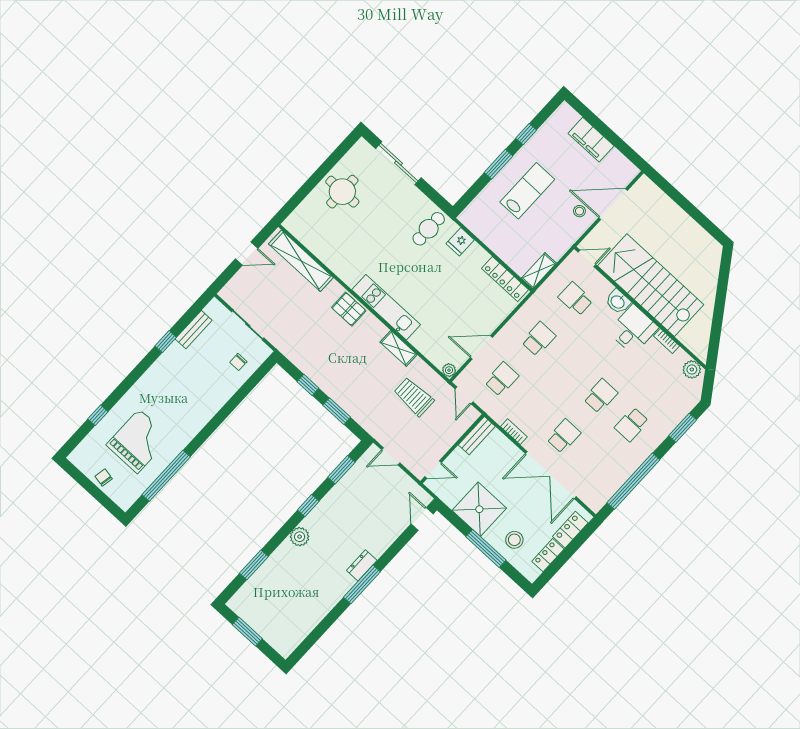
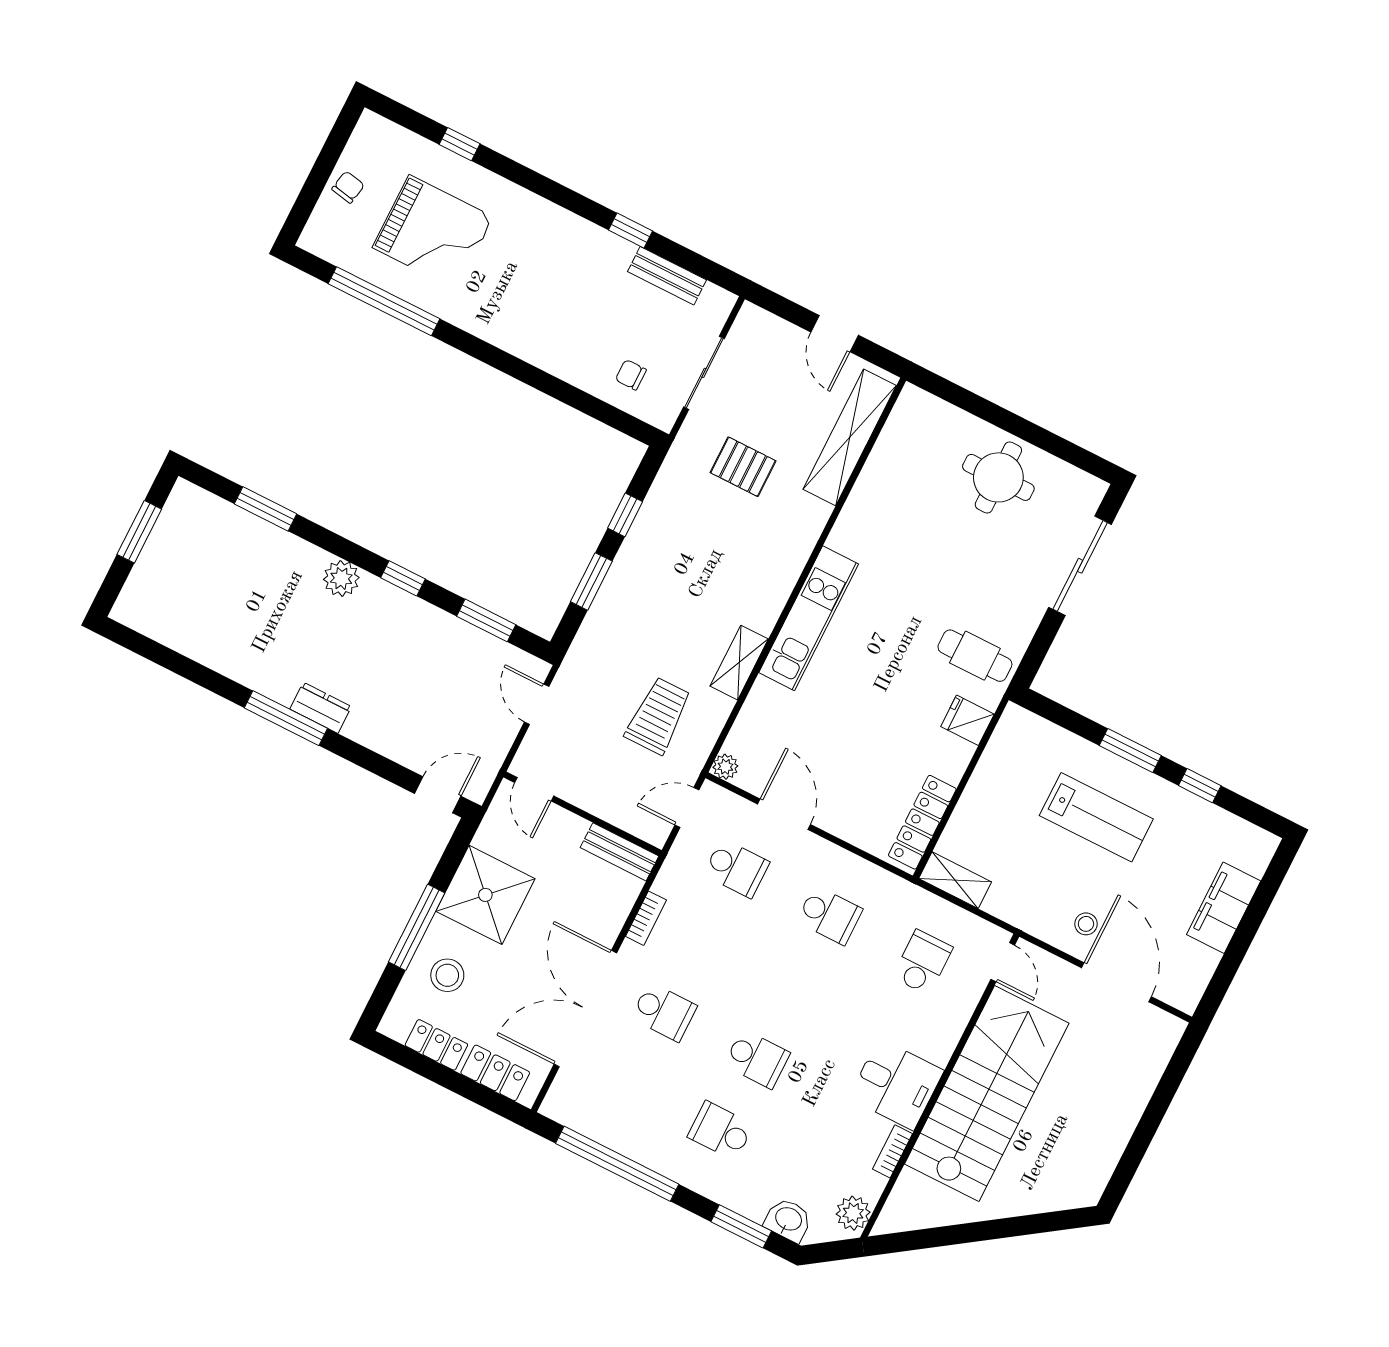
washbasin: (618, 302) -> (788, 1220), moved, turned 90
pallet: (349, 309) -> (743, 467), moved, turned 90

